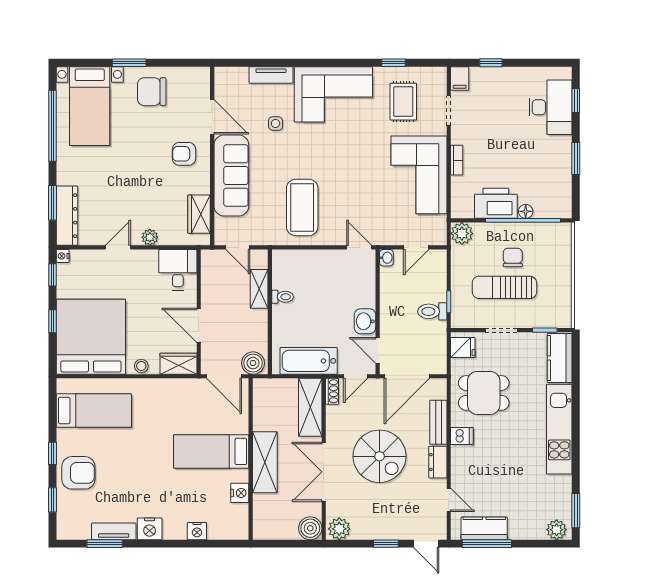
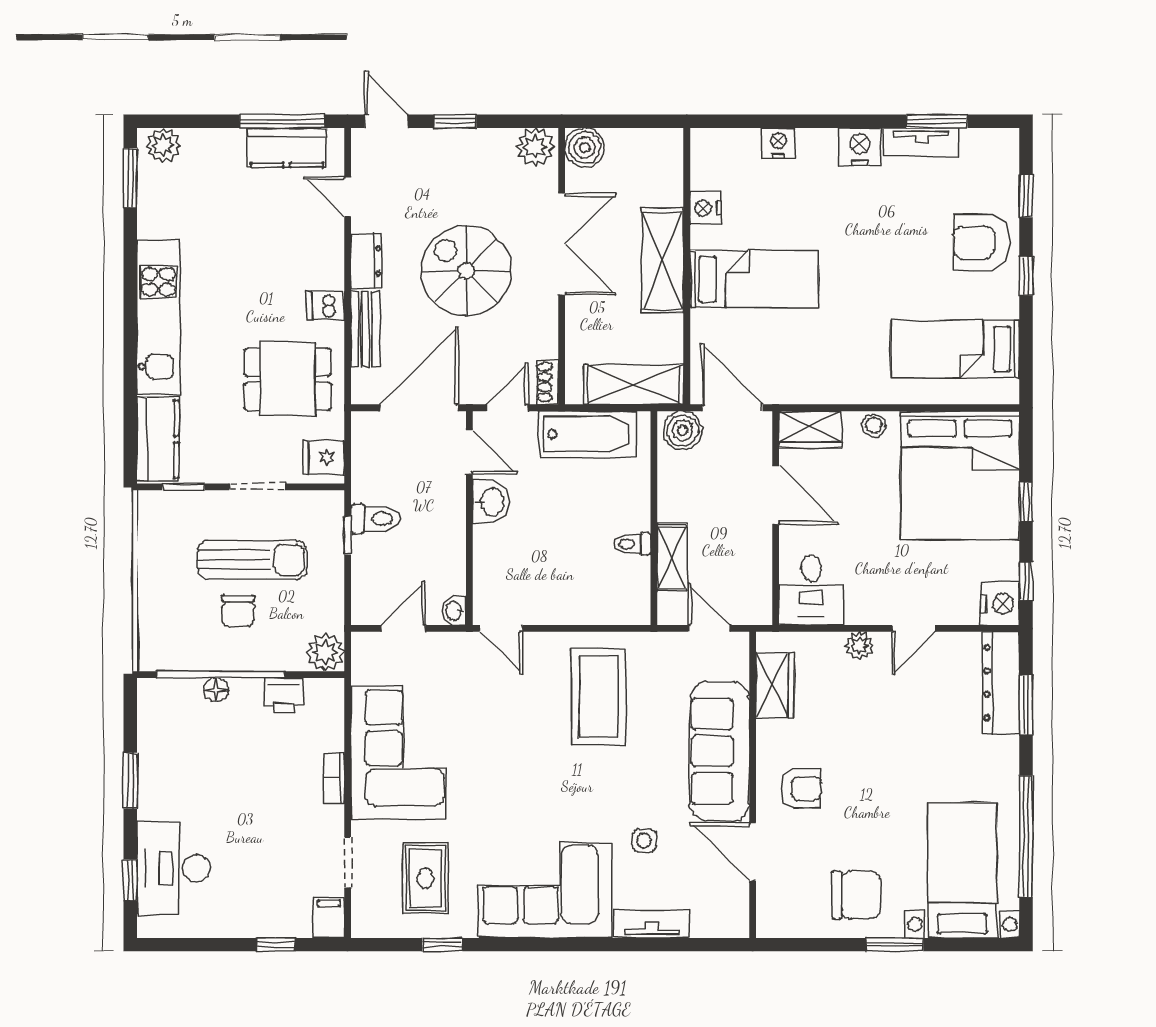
printer: (496, 203) -> (284, 695), width x0.53, depth x0.68
nightstand: (63, 256) -> (1000, 604), width x1.89, depth x1.79
shelving: (310, 407) -> (634, 385), moved, turned 90

